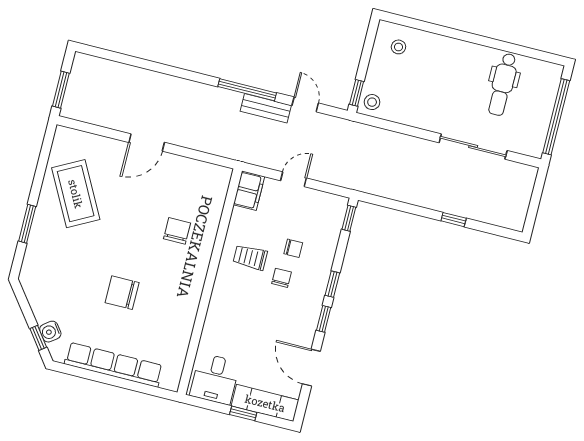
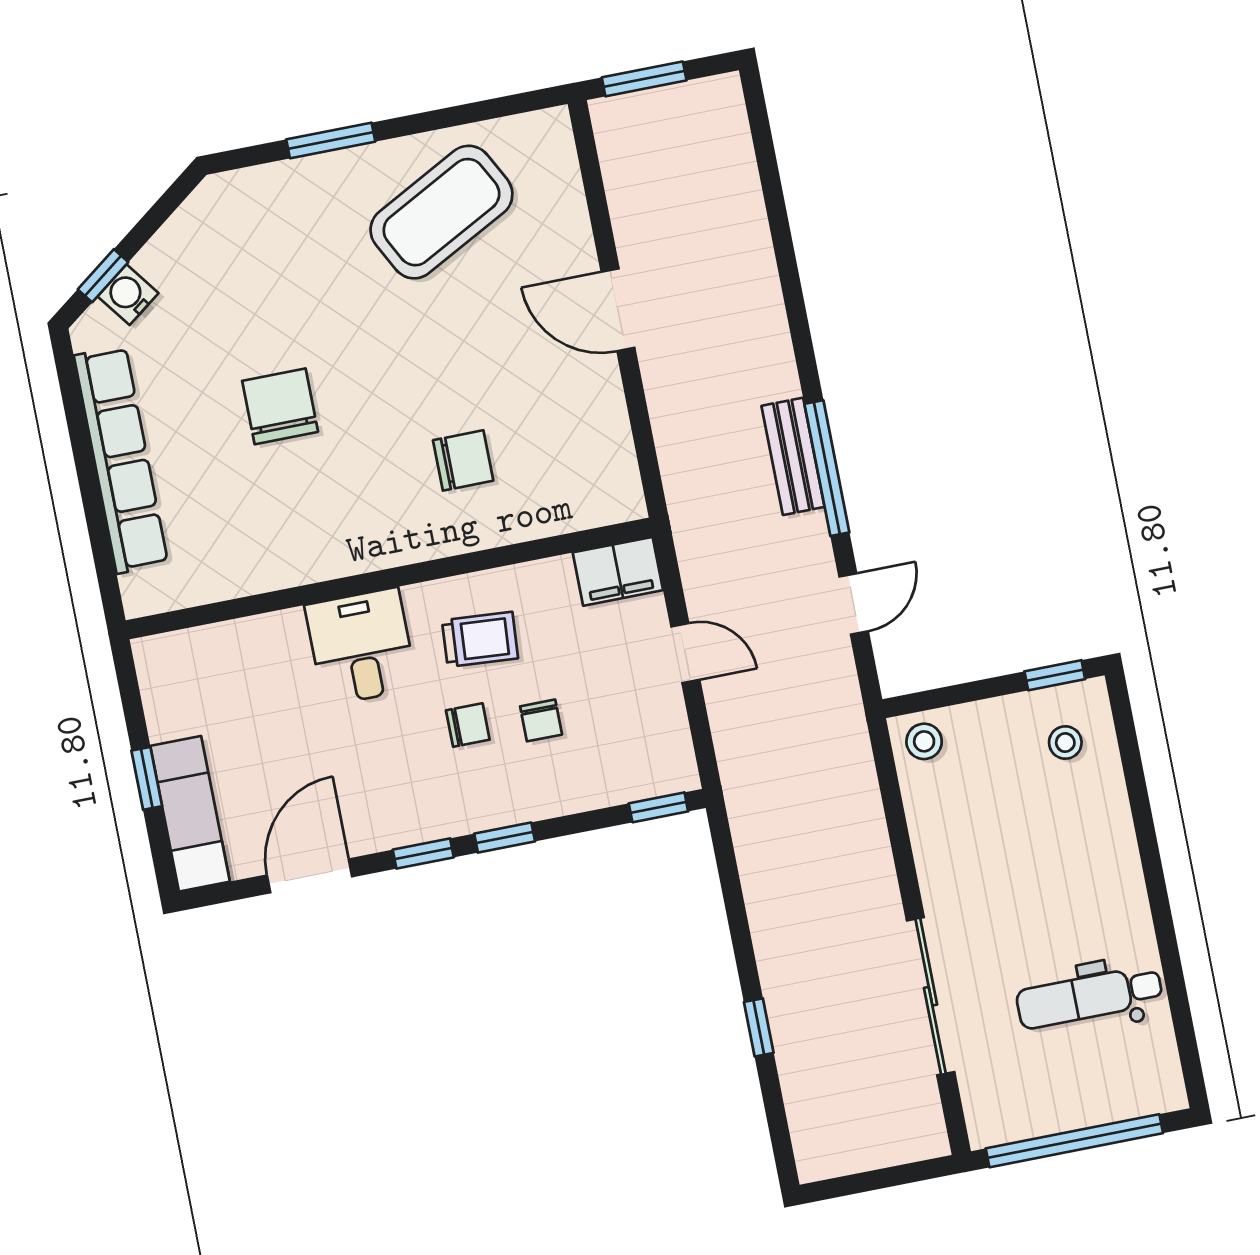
window: (357, 93) -> (1055, 675), moved
bench: (266, 108) -> (793, 456), moved
trolley: (250, 257) -> (480, 639), turned 94
desk: (215, 379) -> (361, 647), moved, turned 90

